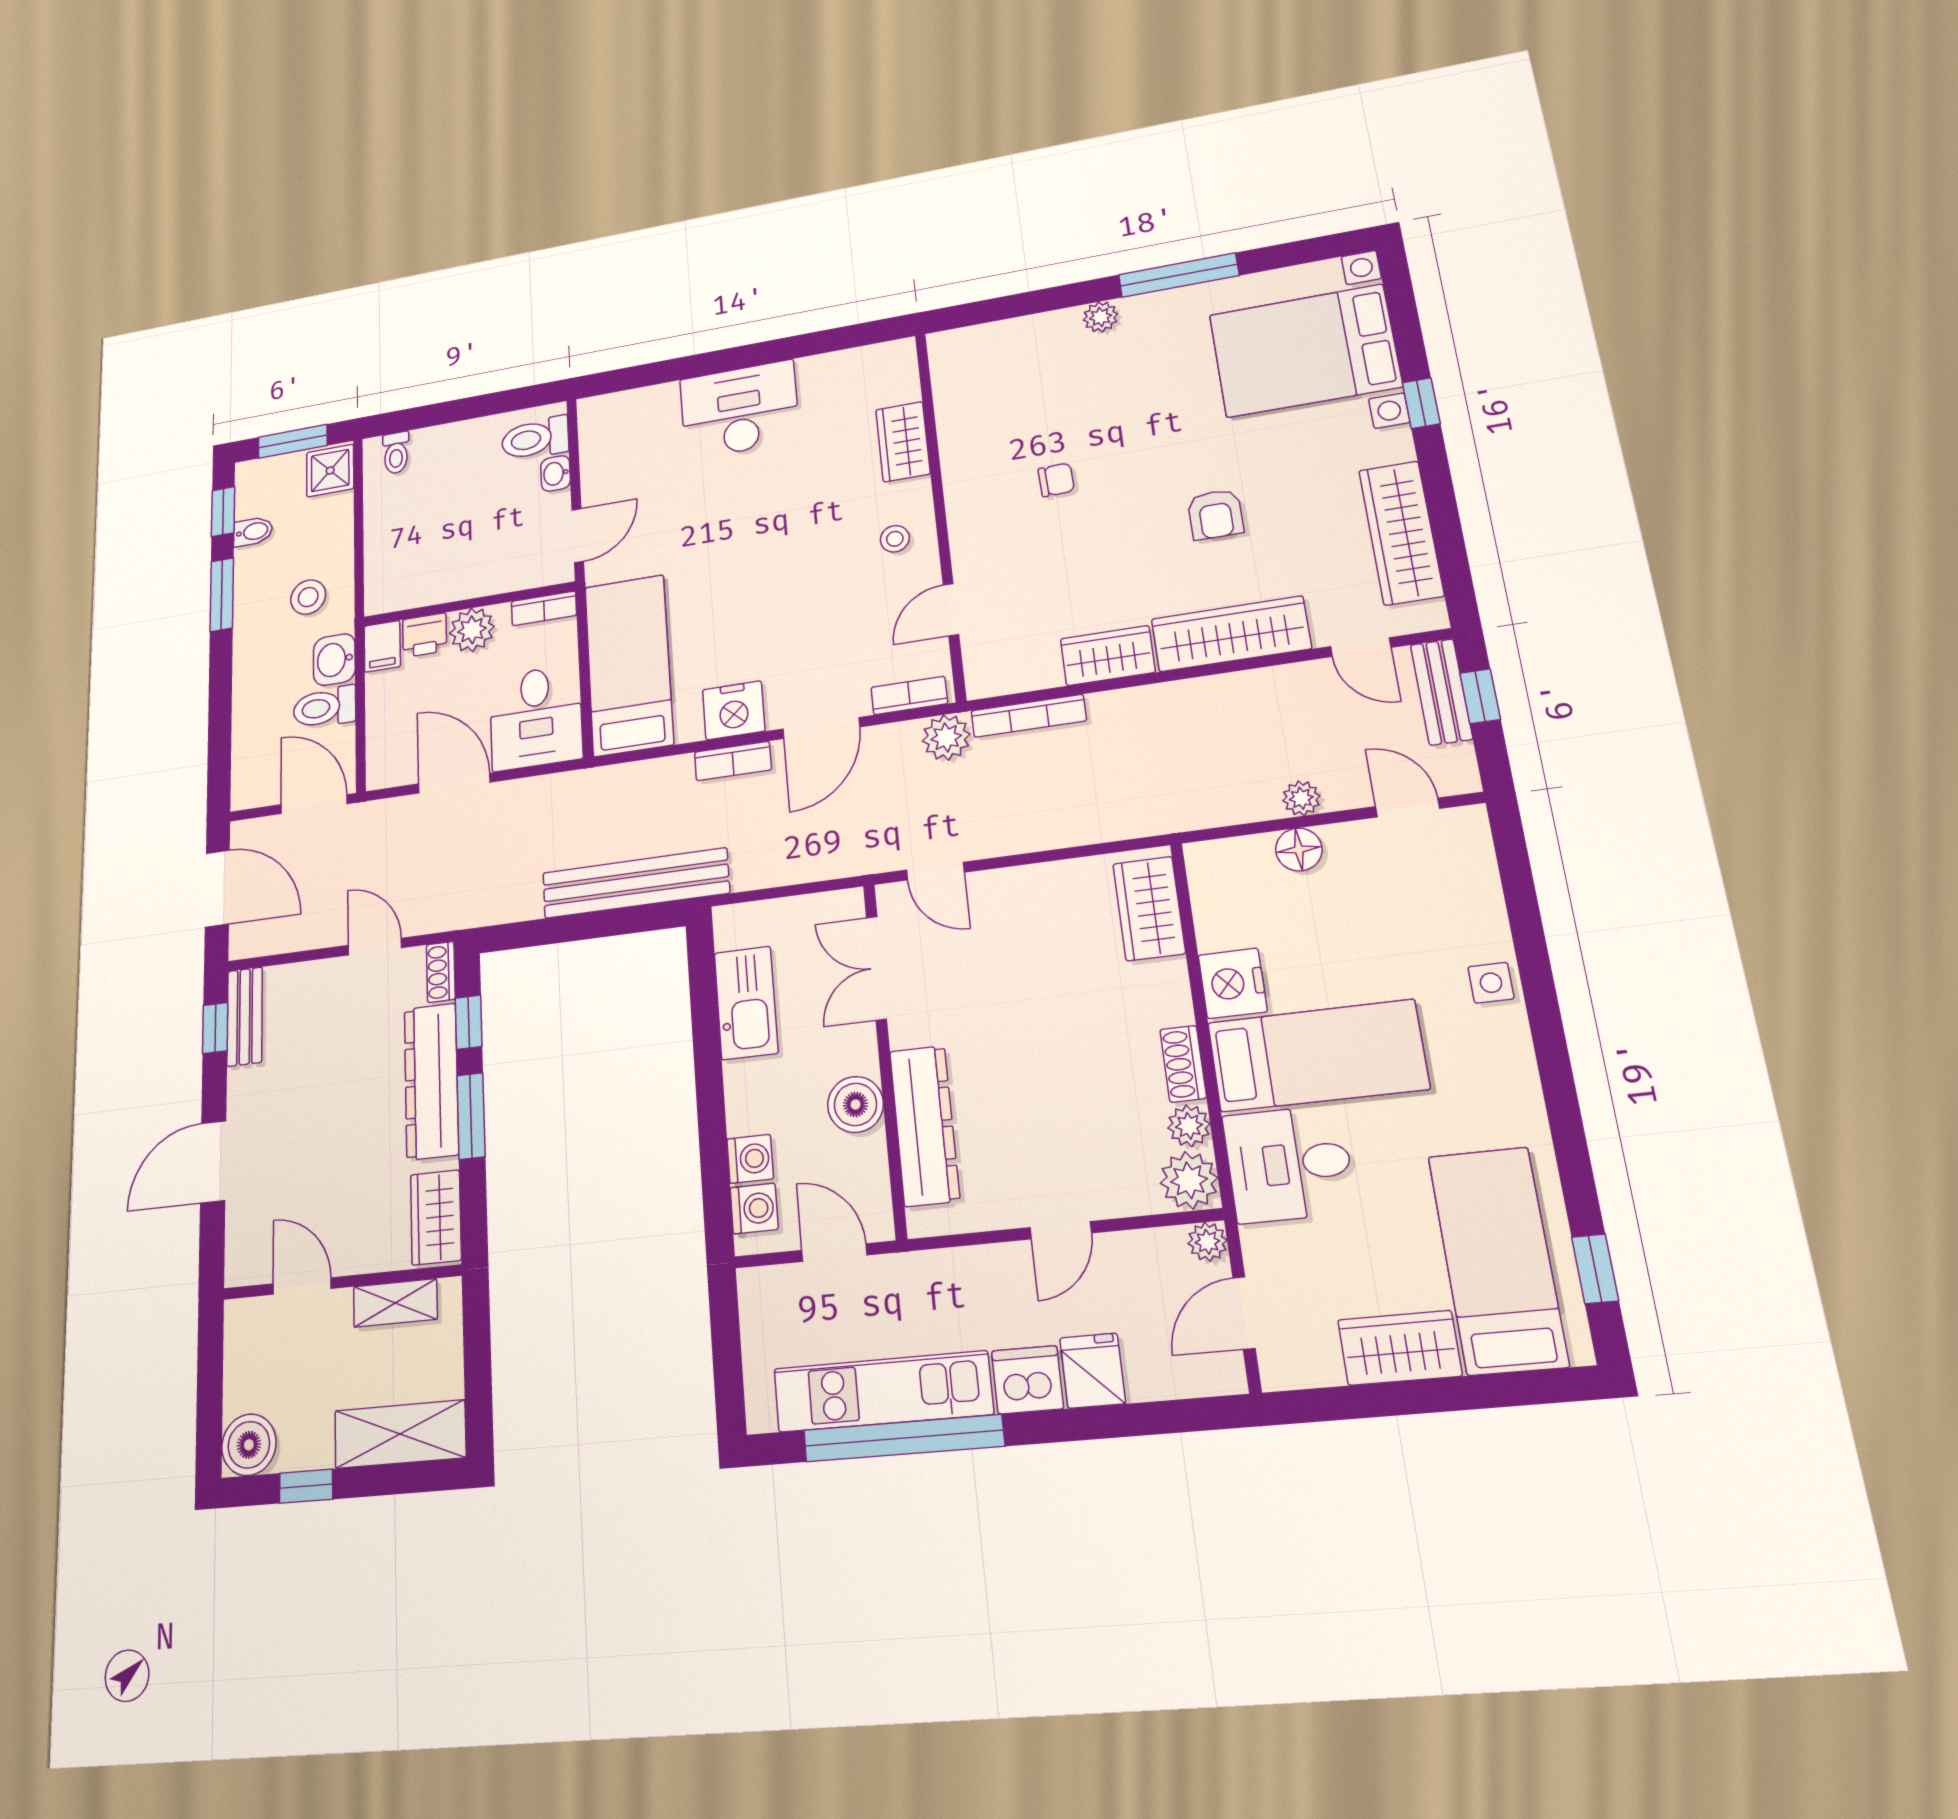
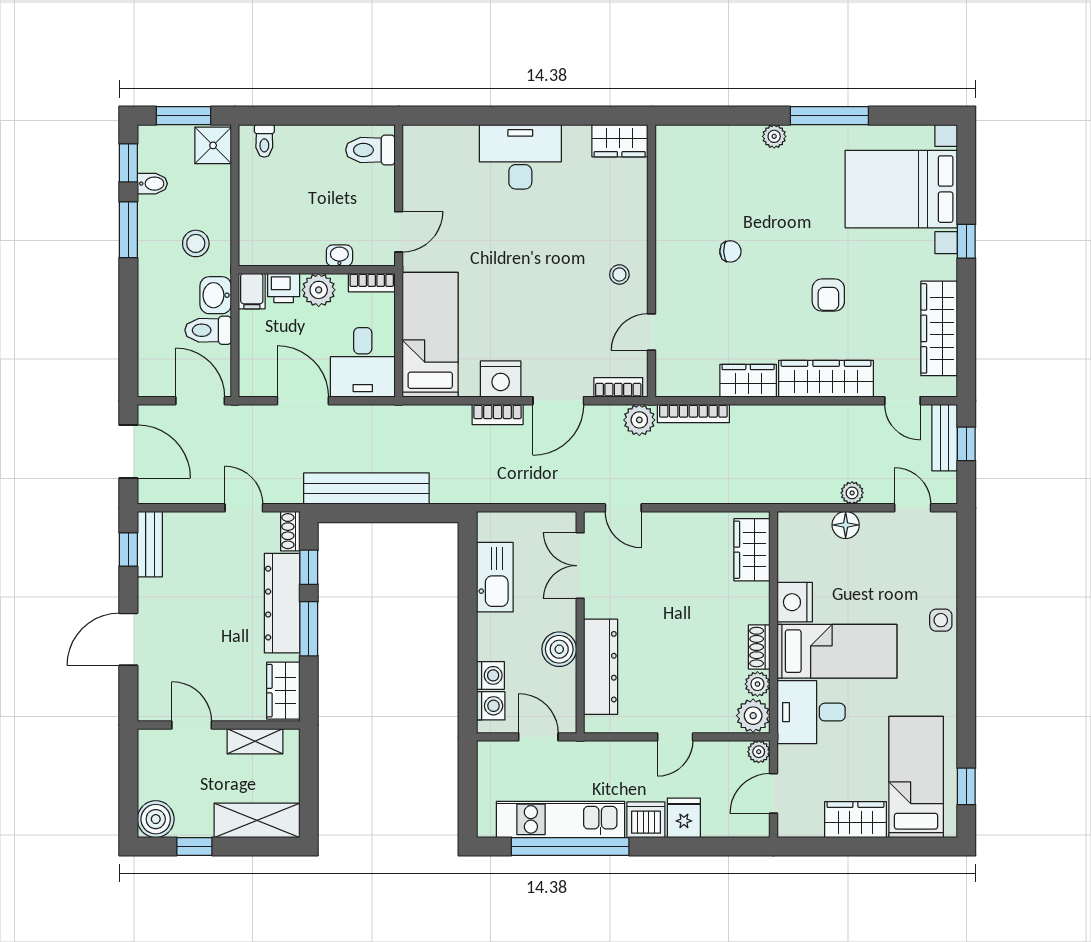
wardrobe: (903, 442) -> (620, 141), moved, turned -90
washbasin: (556, 473) -> (339, 256), moved, turned 90
bench: (635, 883) -> (366, 489), moved

